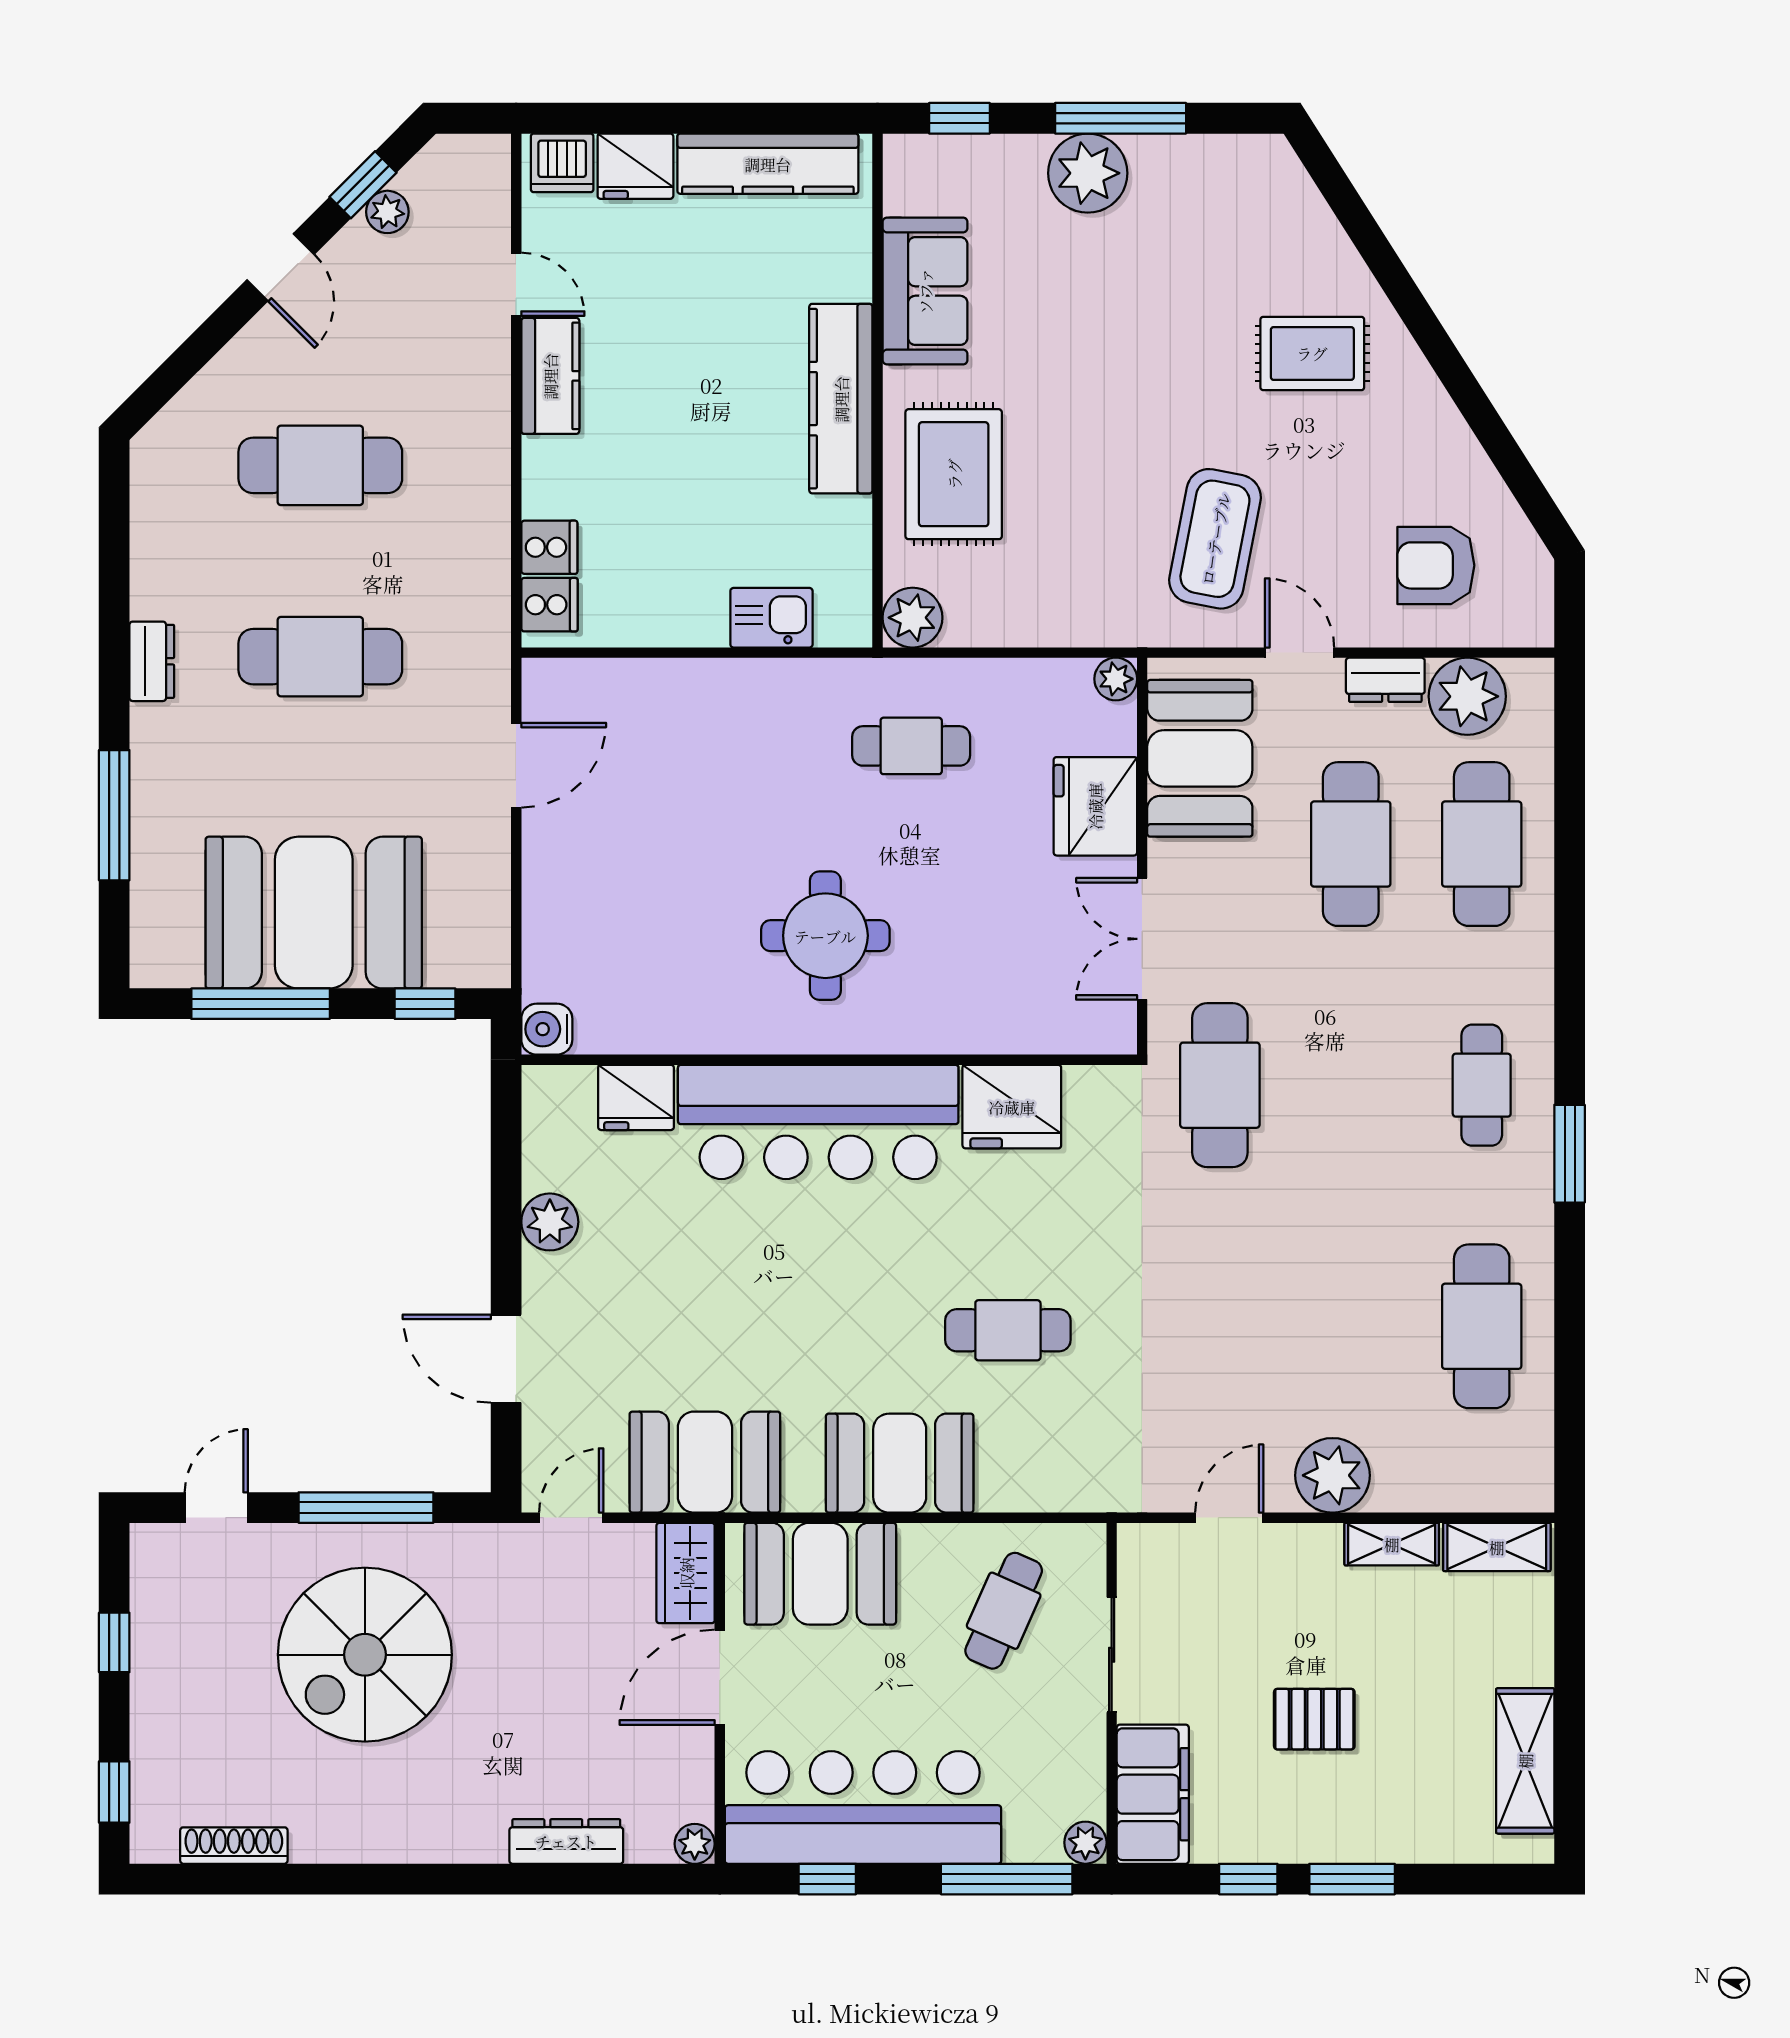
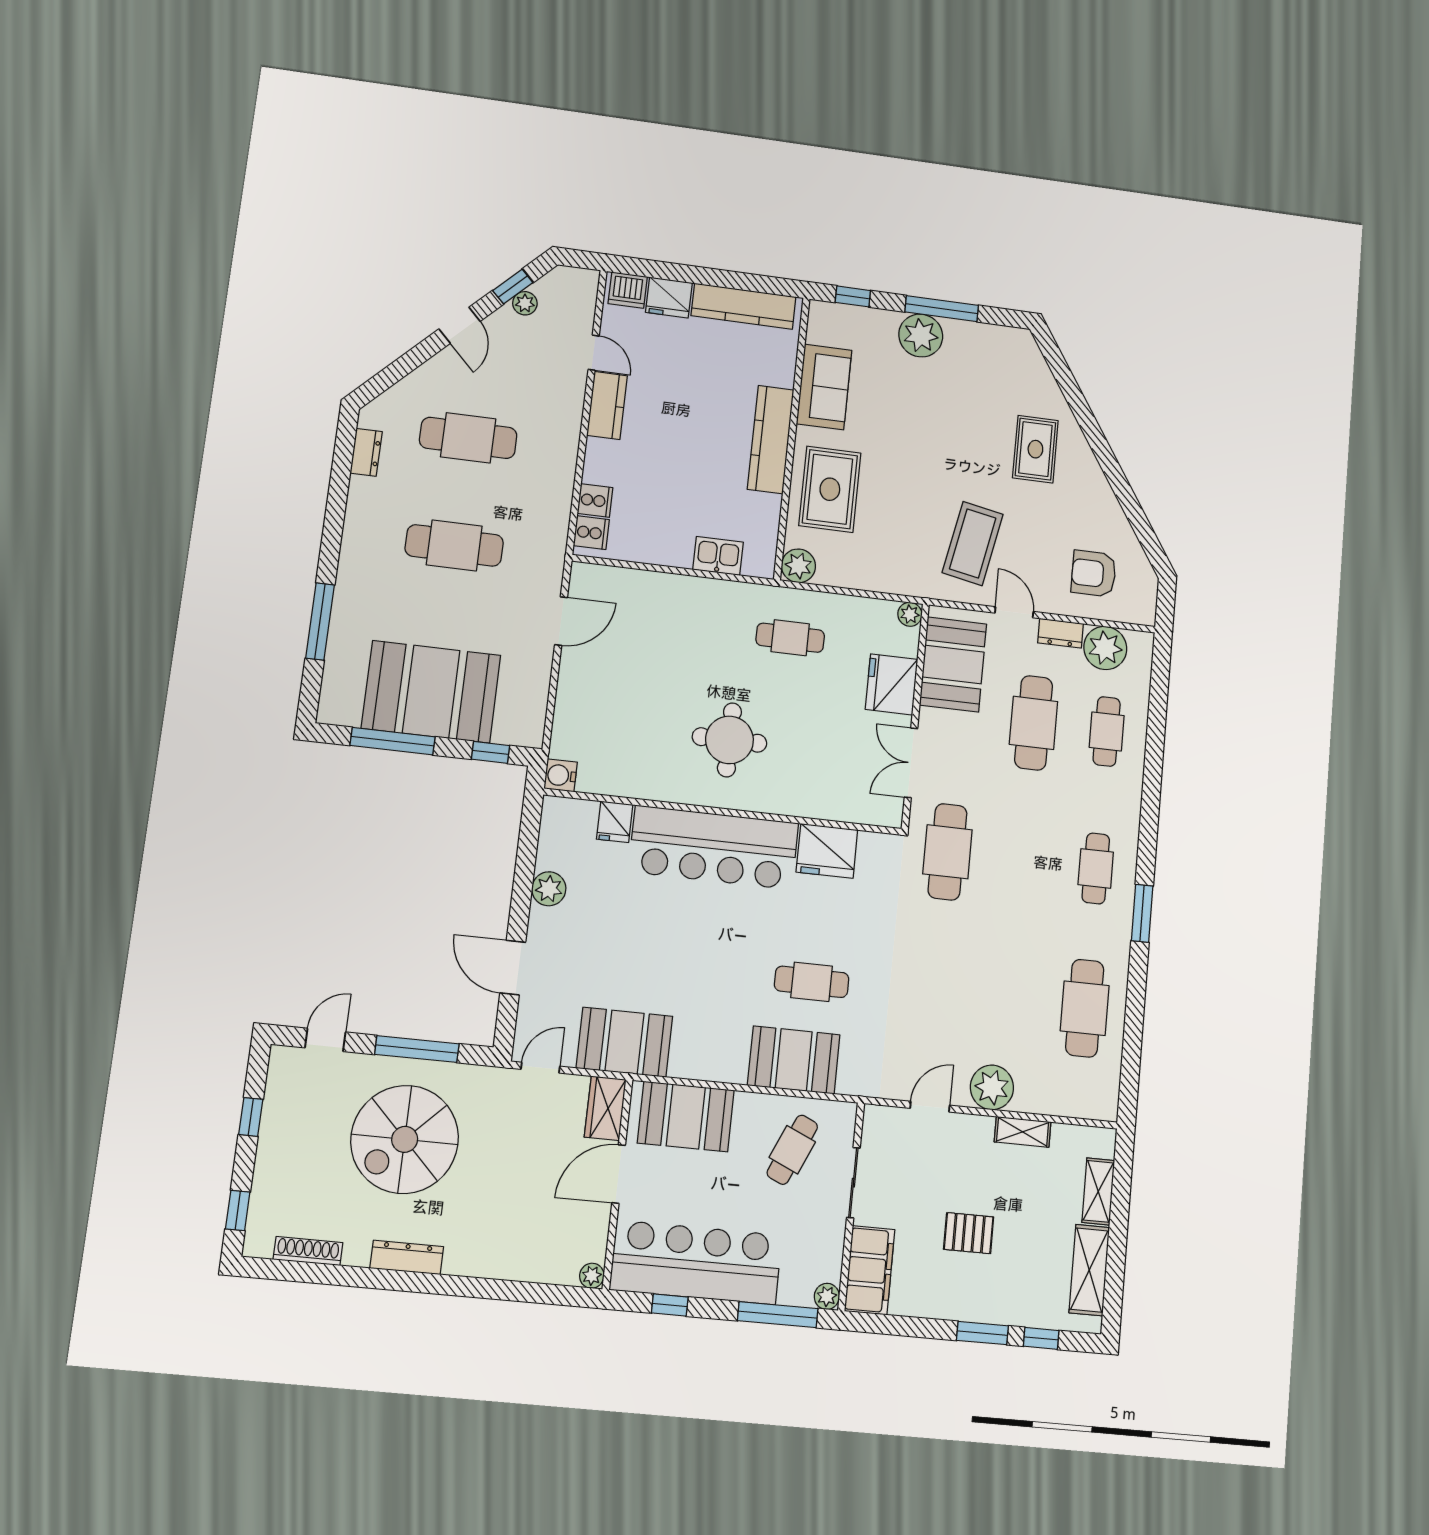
rug: (1312, 353) -> (1035, 449), turned 90
dresser: (152, 661) -> (366, 452), moved
cafe table: (1482, 844) -> (1107, 731), width x0.73, depth x0.74
fridge: (636, 1097) -> (615, 822), width x0.72
booth: (900, 1463) -> (794, 1060), moved
shelving: (1497, 1547) -> (1098, 1191), moved, turned 90
dresser: (566, 1841) -> (407, 1257), moved
window: (1248, 1879) -> (1041, 1338), moved

